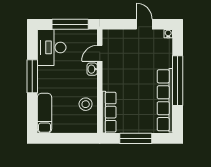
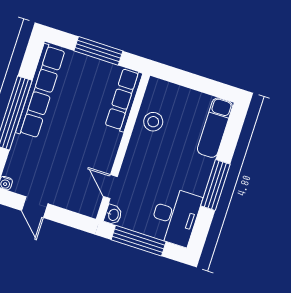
door: (100, 53) -> (110, 187), swing flipped
washbasin: (92, 69) -> (113, 215), moved

